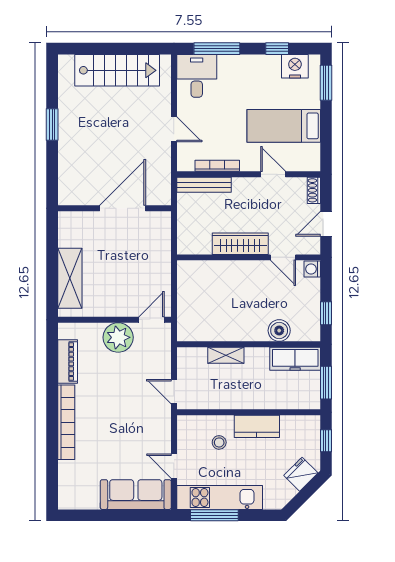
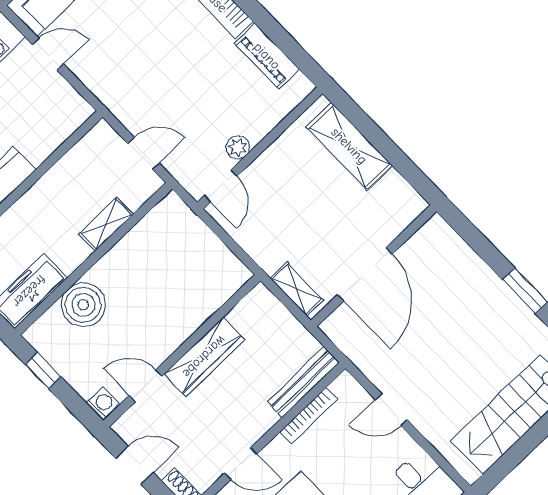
door: (326, 224) -> (134, 465), hinge flipped
shelving: (163, 233) -> (297, 289), added
boiler: (279, 331) -> (83, 305), width x1.37, depth x1.37
plant: (118, 337) -> (238, 148), width x0.53, depth x0.53
door: (174, 392) -> (143, 153), moved
stool: (219, 442) -> (24, 125), removed

